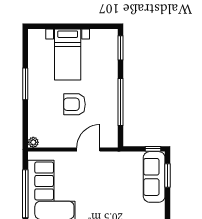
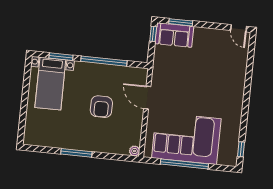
window: (121, 48) -> (61, 57), moved
bed with nightstands: (68, 54) -> (50, 84), moved, turned 90
sofa: (154, 177) -> (174, 35), width x0.73

